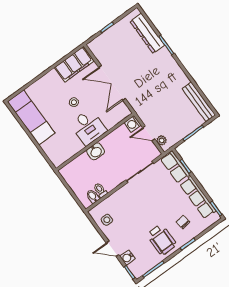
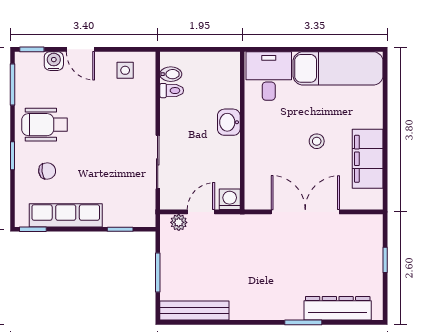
filing cabinet: (74, 64) -> (368, 159), moved
desk: (88, 127) -> (269, 76), moved, turned 90
row of seats: (175, 167) -> (130, 215), removed
door: (113, 249) -> (80, 49), swing flipped

